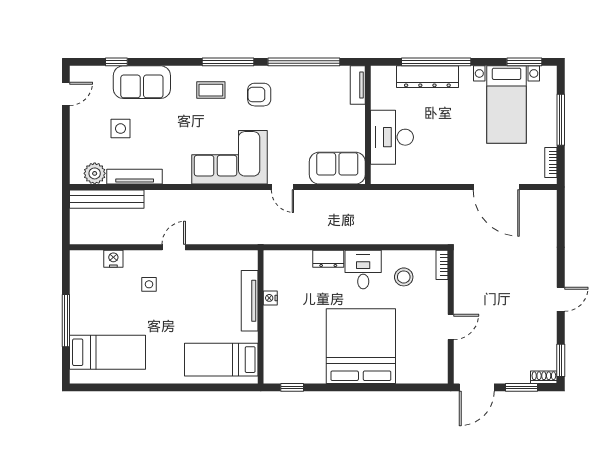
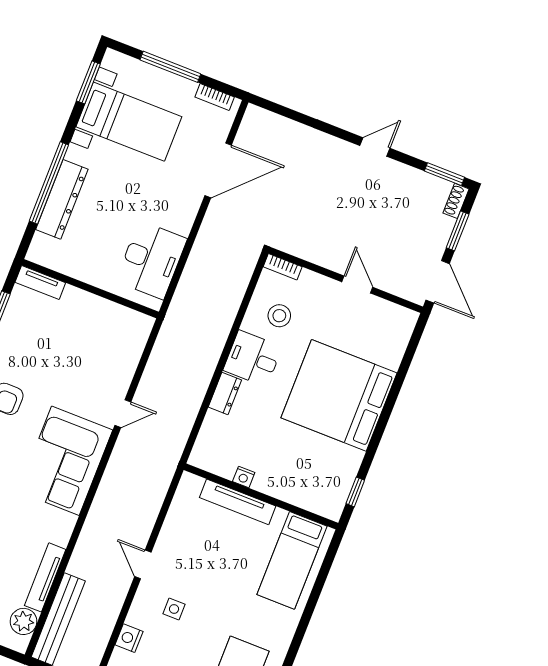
desk: (392, 137) -> (151, 260), moved, turned -90
sofa: (337, 168) -> (126, 343), removed
door: (561, 299) -> (375, 147), hinge flipped

